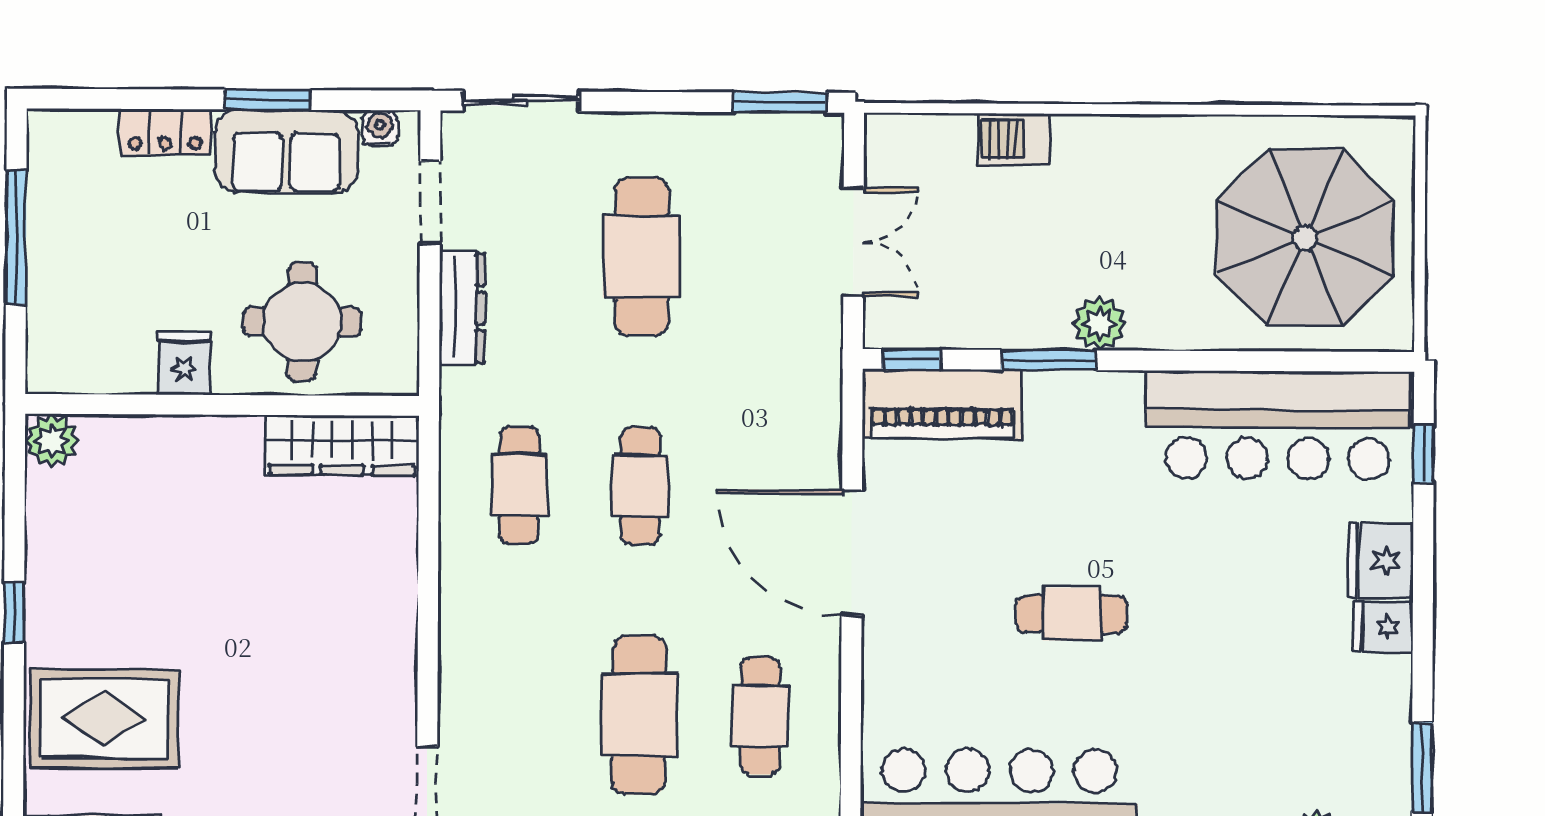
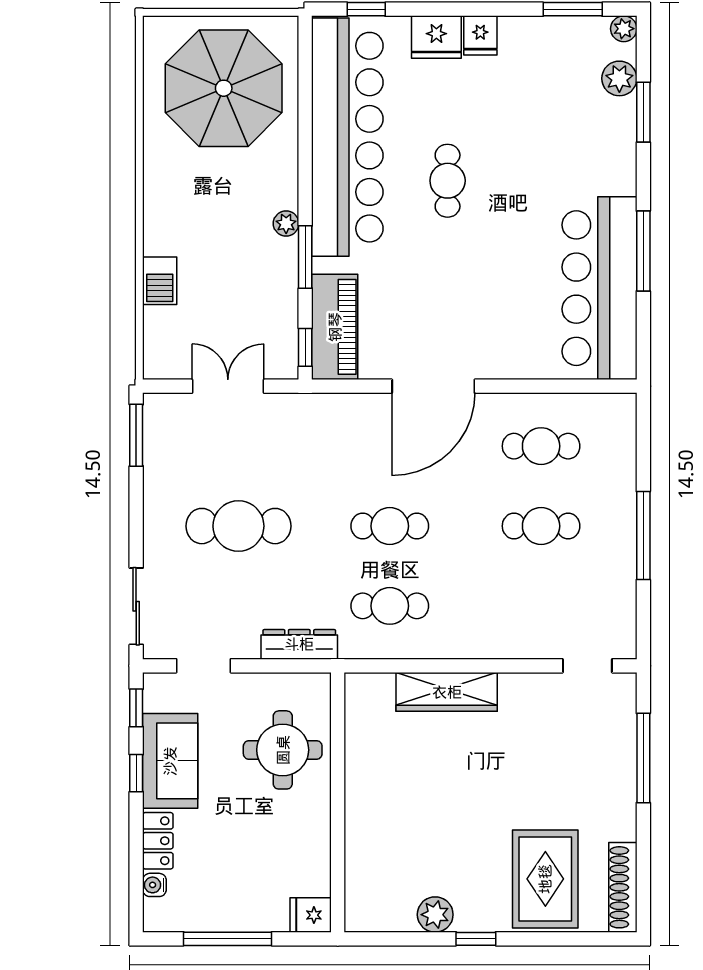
window: (268, 100) -> (136, 773), width x0.67
window: (367, 100) -> (136, 708), added
water cooler: (380, 128) -> (154, 885), moved
dresser: (462, 308) -> (299, 644), moved
plant: (1100, 324) -> (286, 224), width x0.73, depth x0.73
fridge: (184, 364) -> (311, 915), moved
bar counter: (1278, 425) -> (347, 137), width x1.36
plant: (52, 441) -> (435, 915), moved
wardrobe: (342, 445) -> (447, 692), moved, turned 90
cafe table: (1072, 614) -> (448, 181), moved
cafe table: (639, 715) -> (541, 526), width x0.73, depth x0.74

